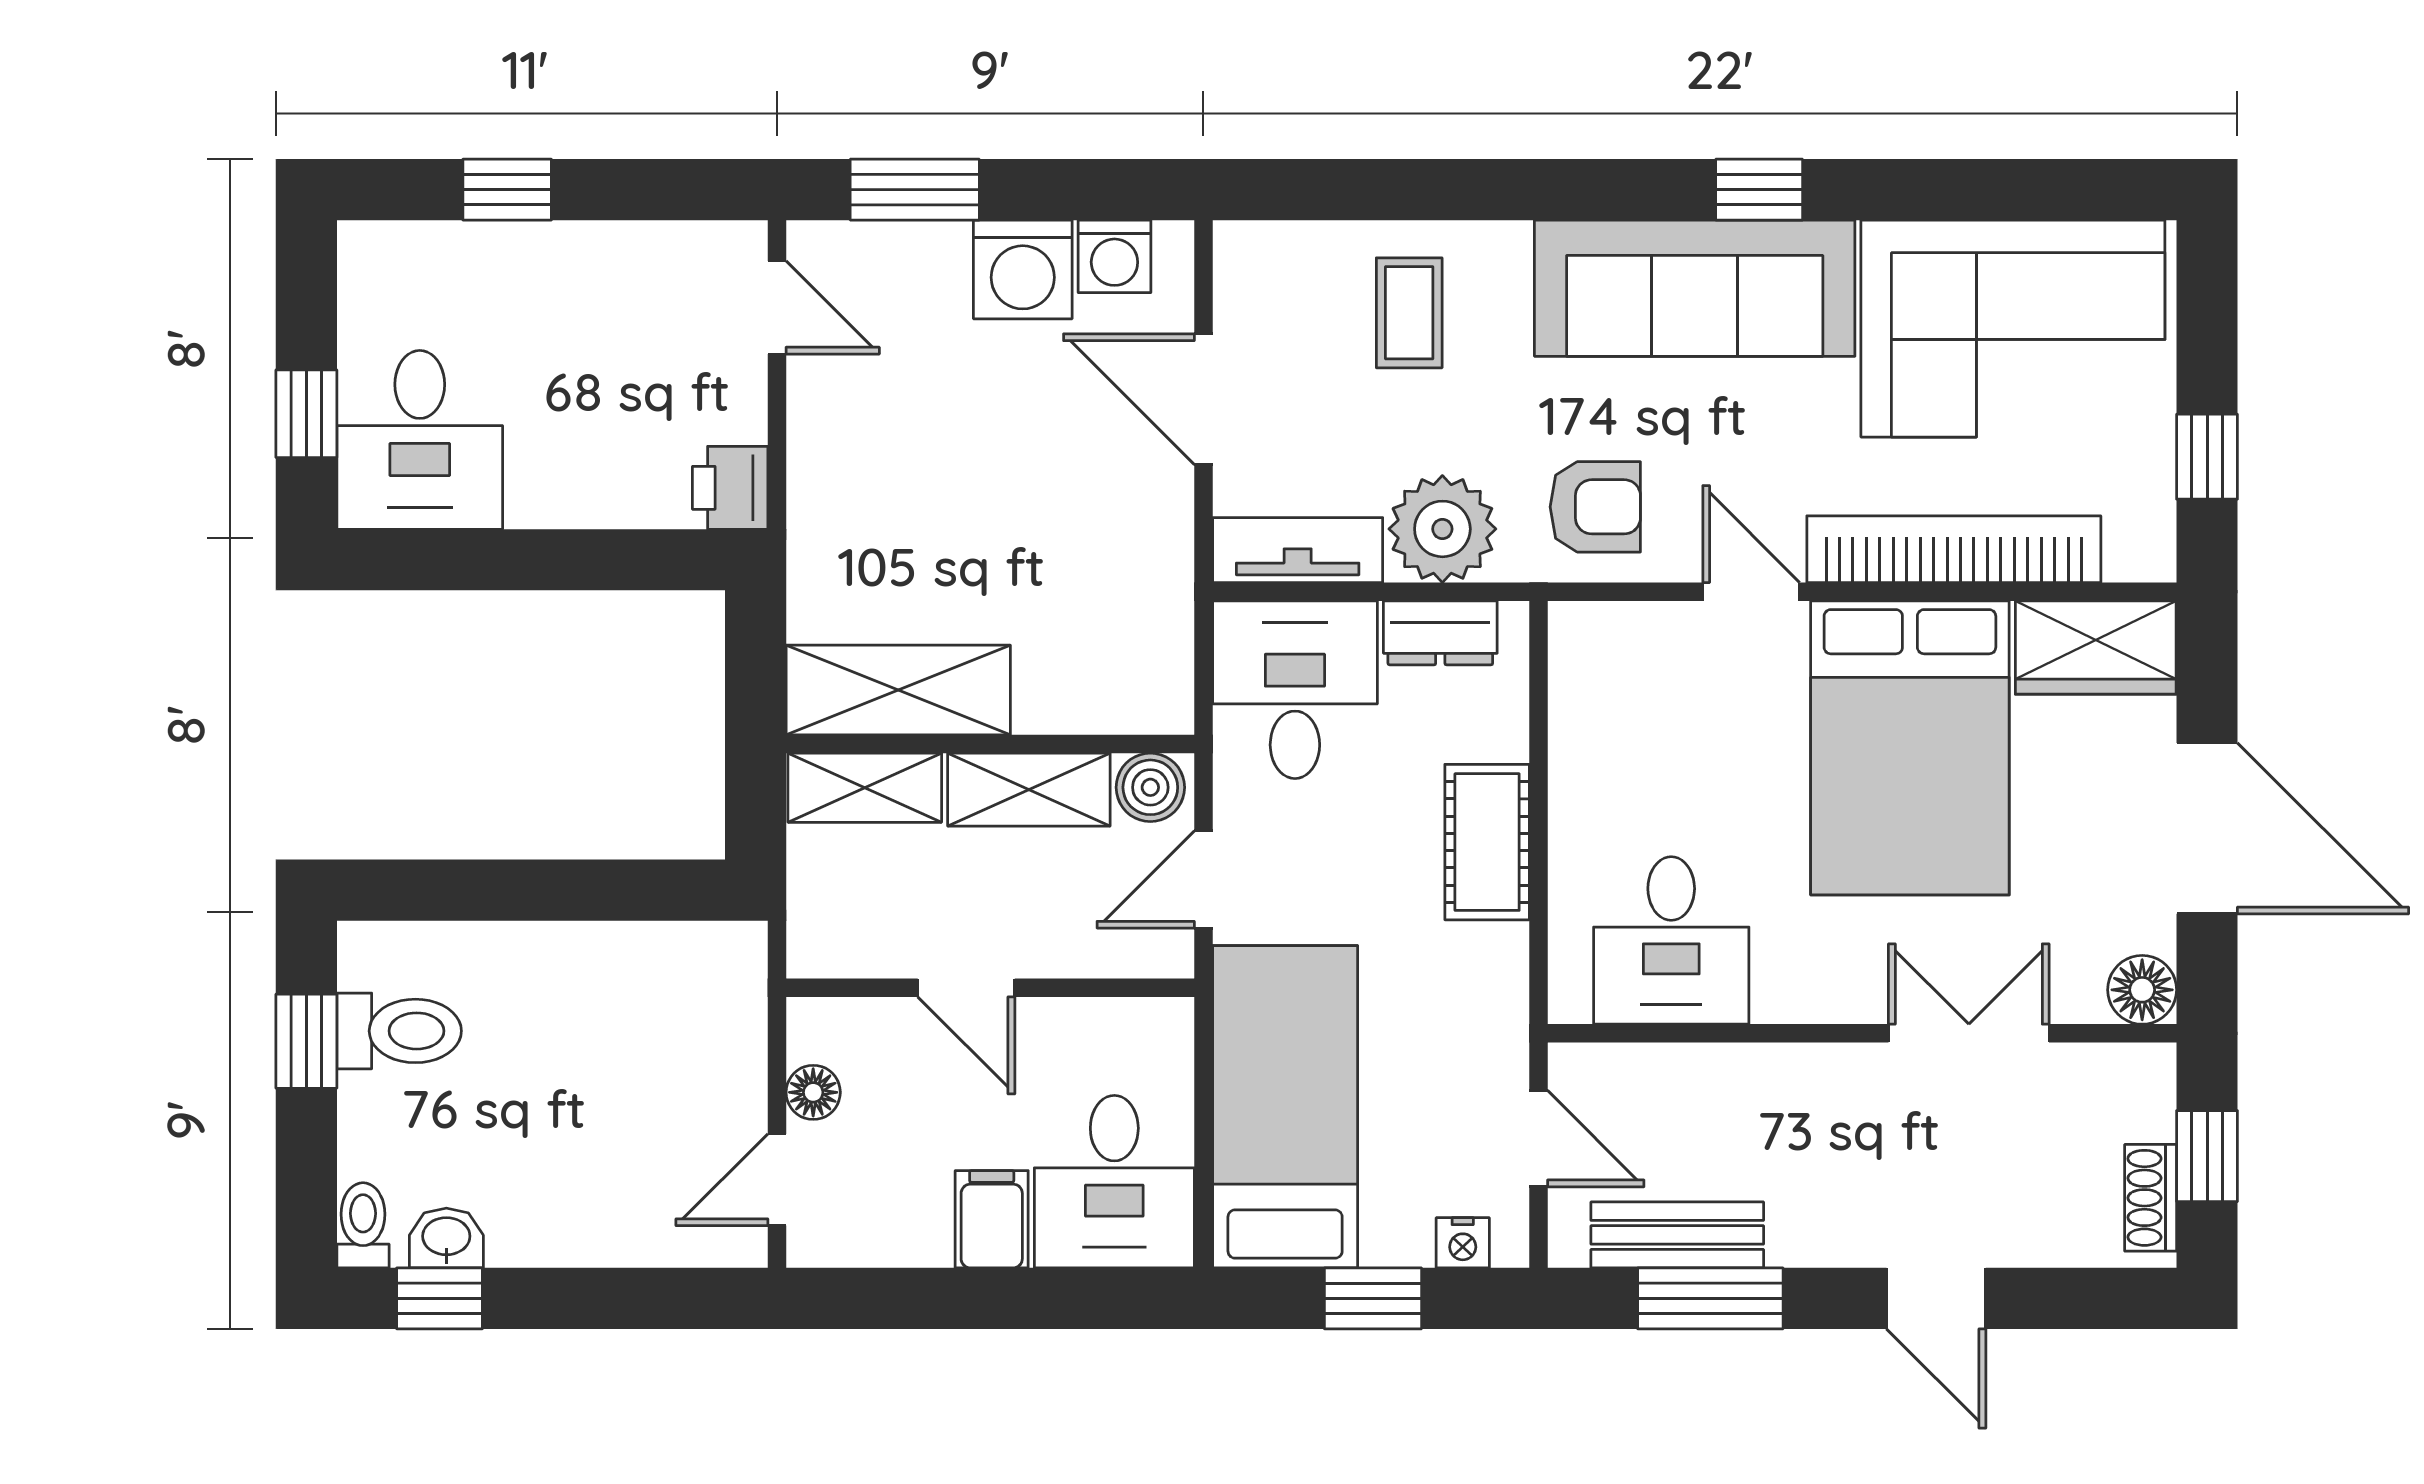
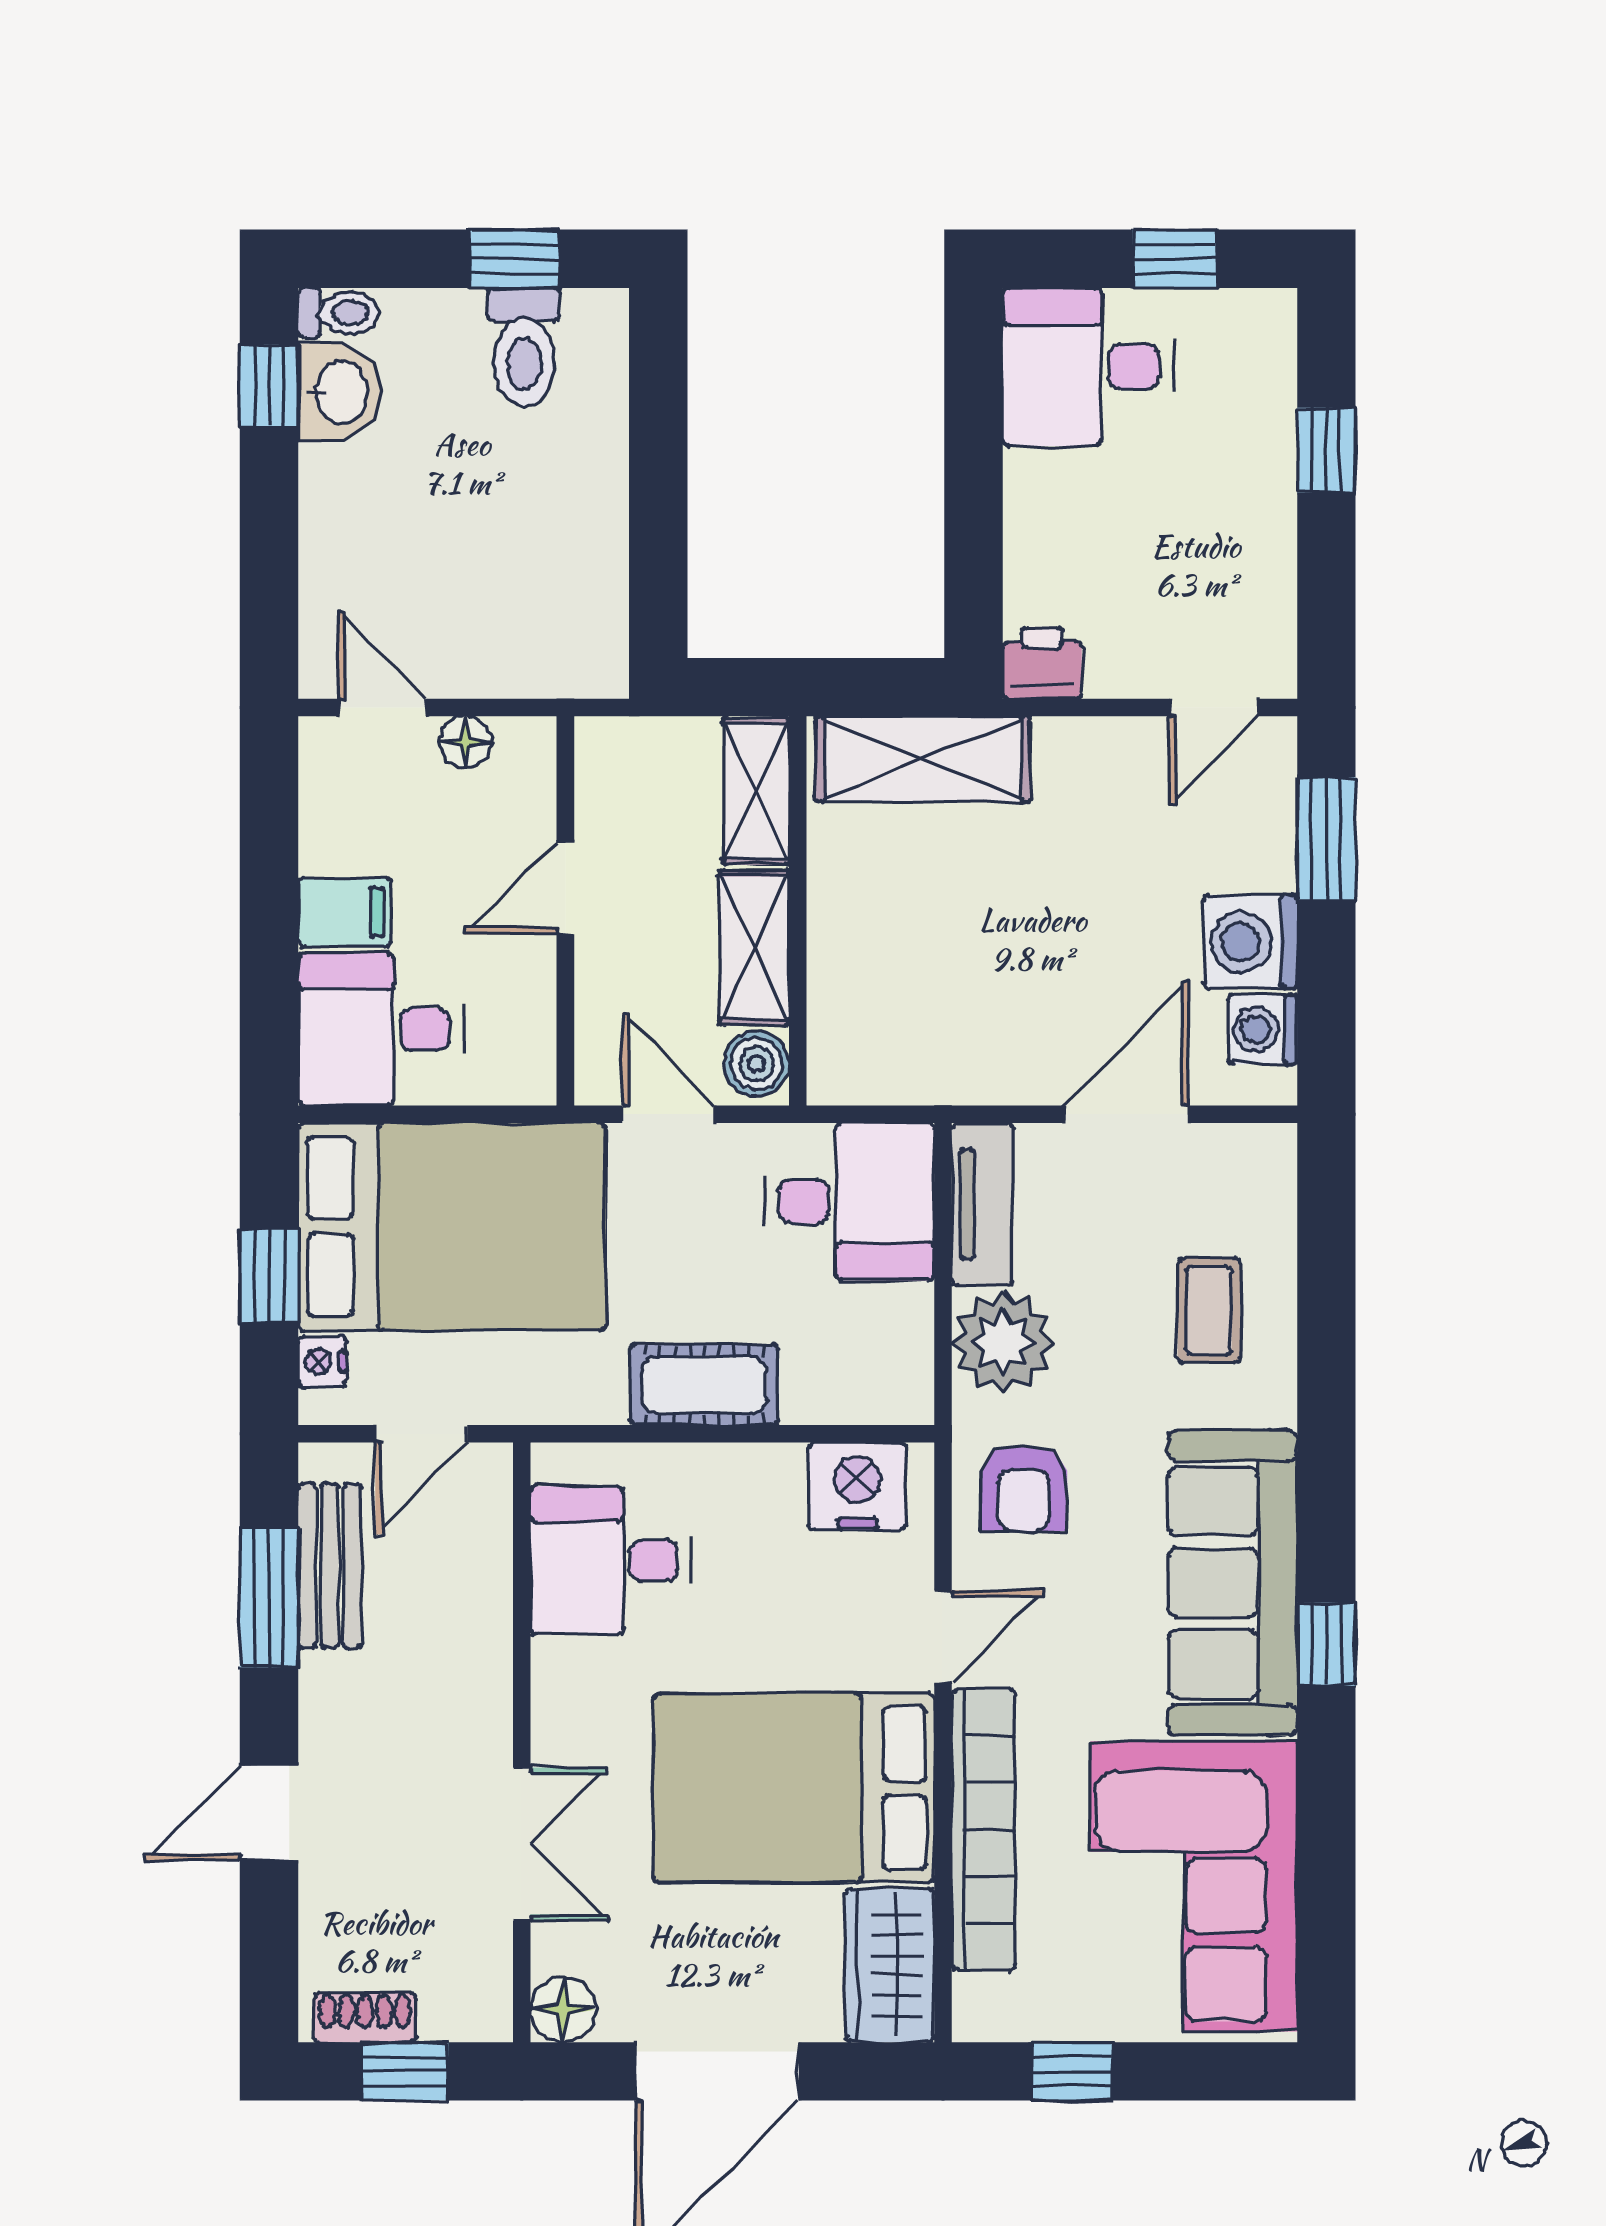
coffee table: (1409, 313) -> (1209, 1310), turned 90
window: (306, 414) -> (1175, 259), moved
dresser: (1440, 633) -> (904, 1340), removed
nightstand: (1593, 681) -> (857, 1486), added
shelving: (898, 690) -> (923, 759), moved, turned 90
bed: (1285, 1107) -> (452, 1227), width x1.50
washbasin: (446, 1238) -> (339, 392), width x1.38, depth x1.45

